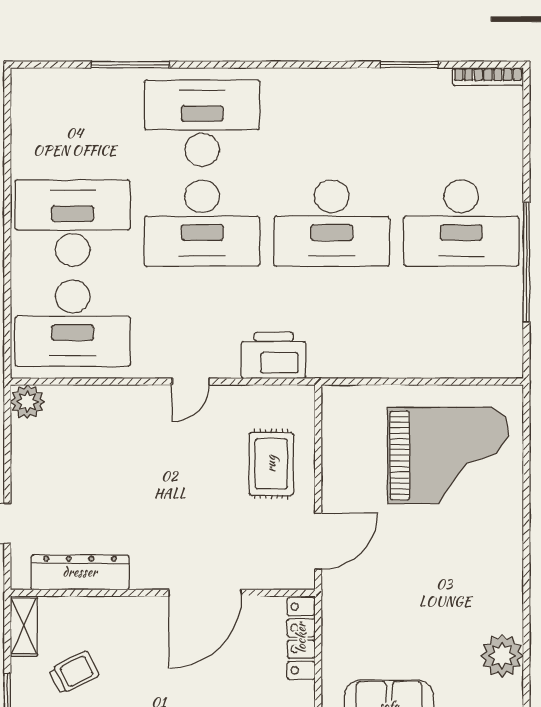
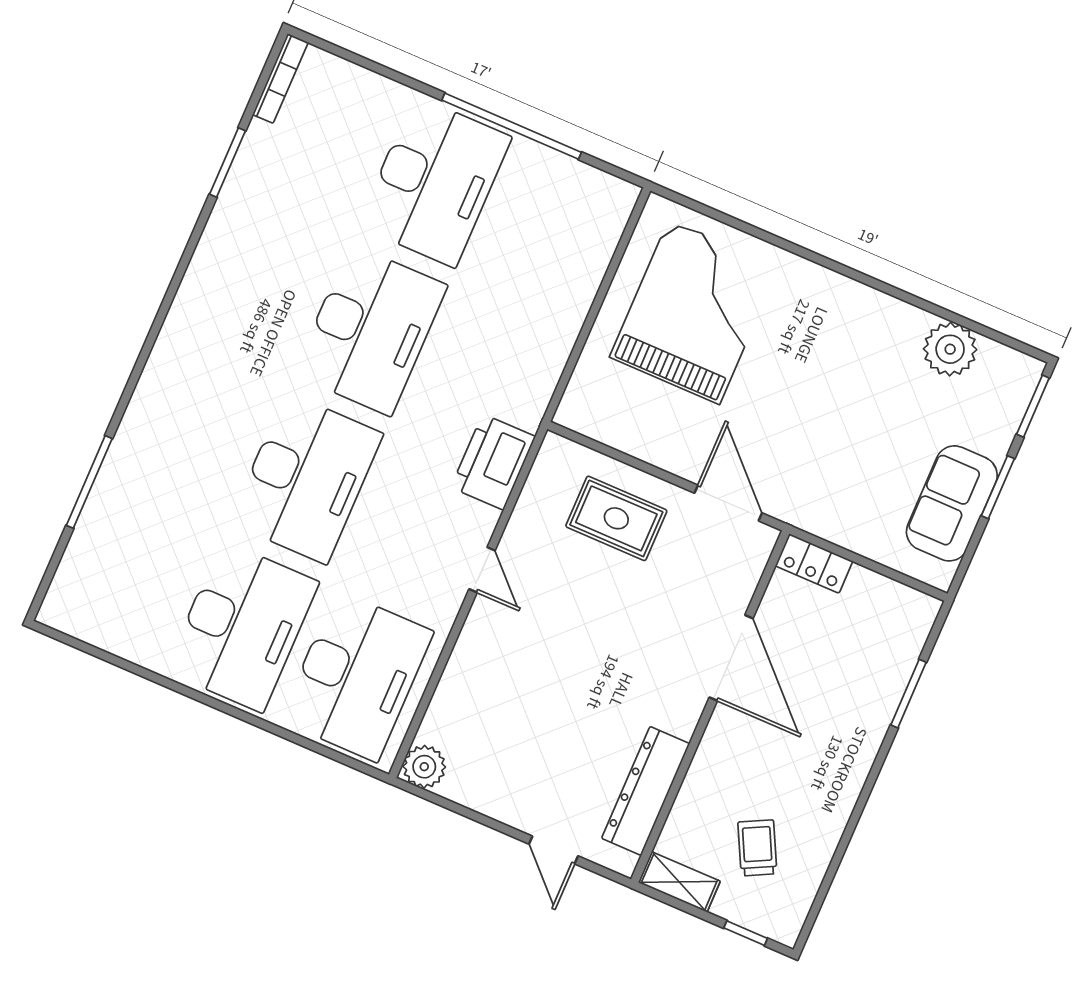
desk: (202, 123) -> (192, 429), removed
desk: (73, 223) -> (242, 626), turned 180
locker: (301, 638) -> (814, 563), width x0.66

